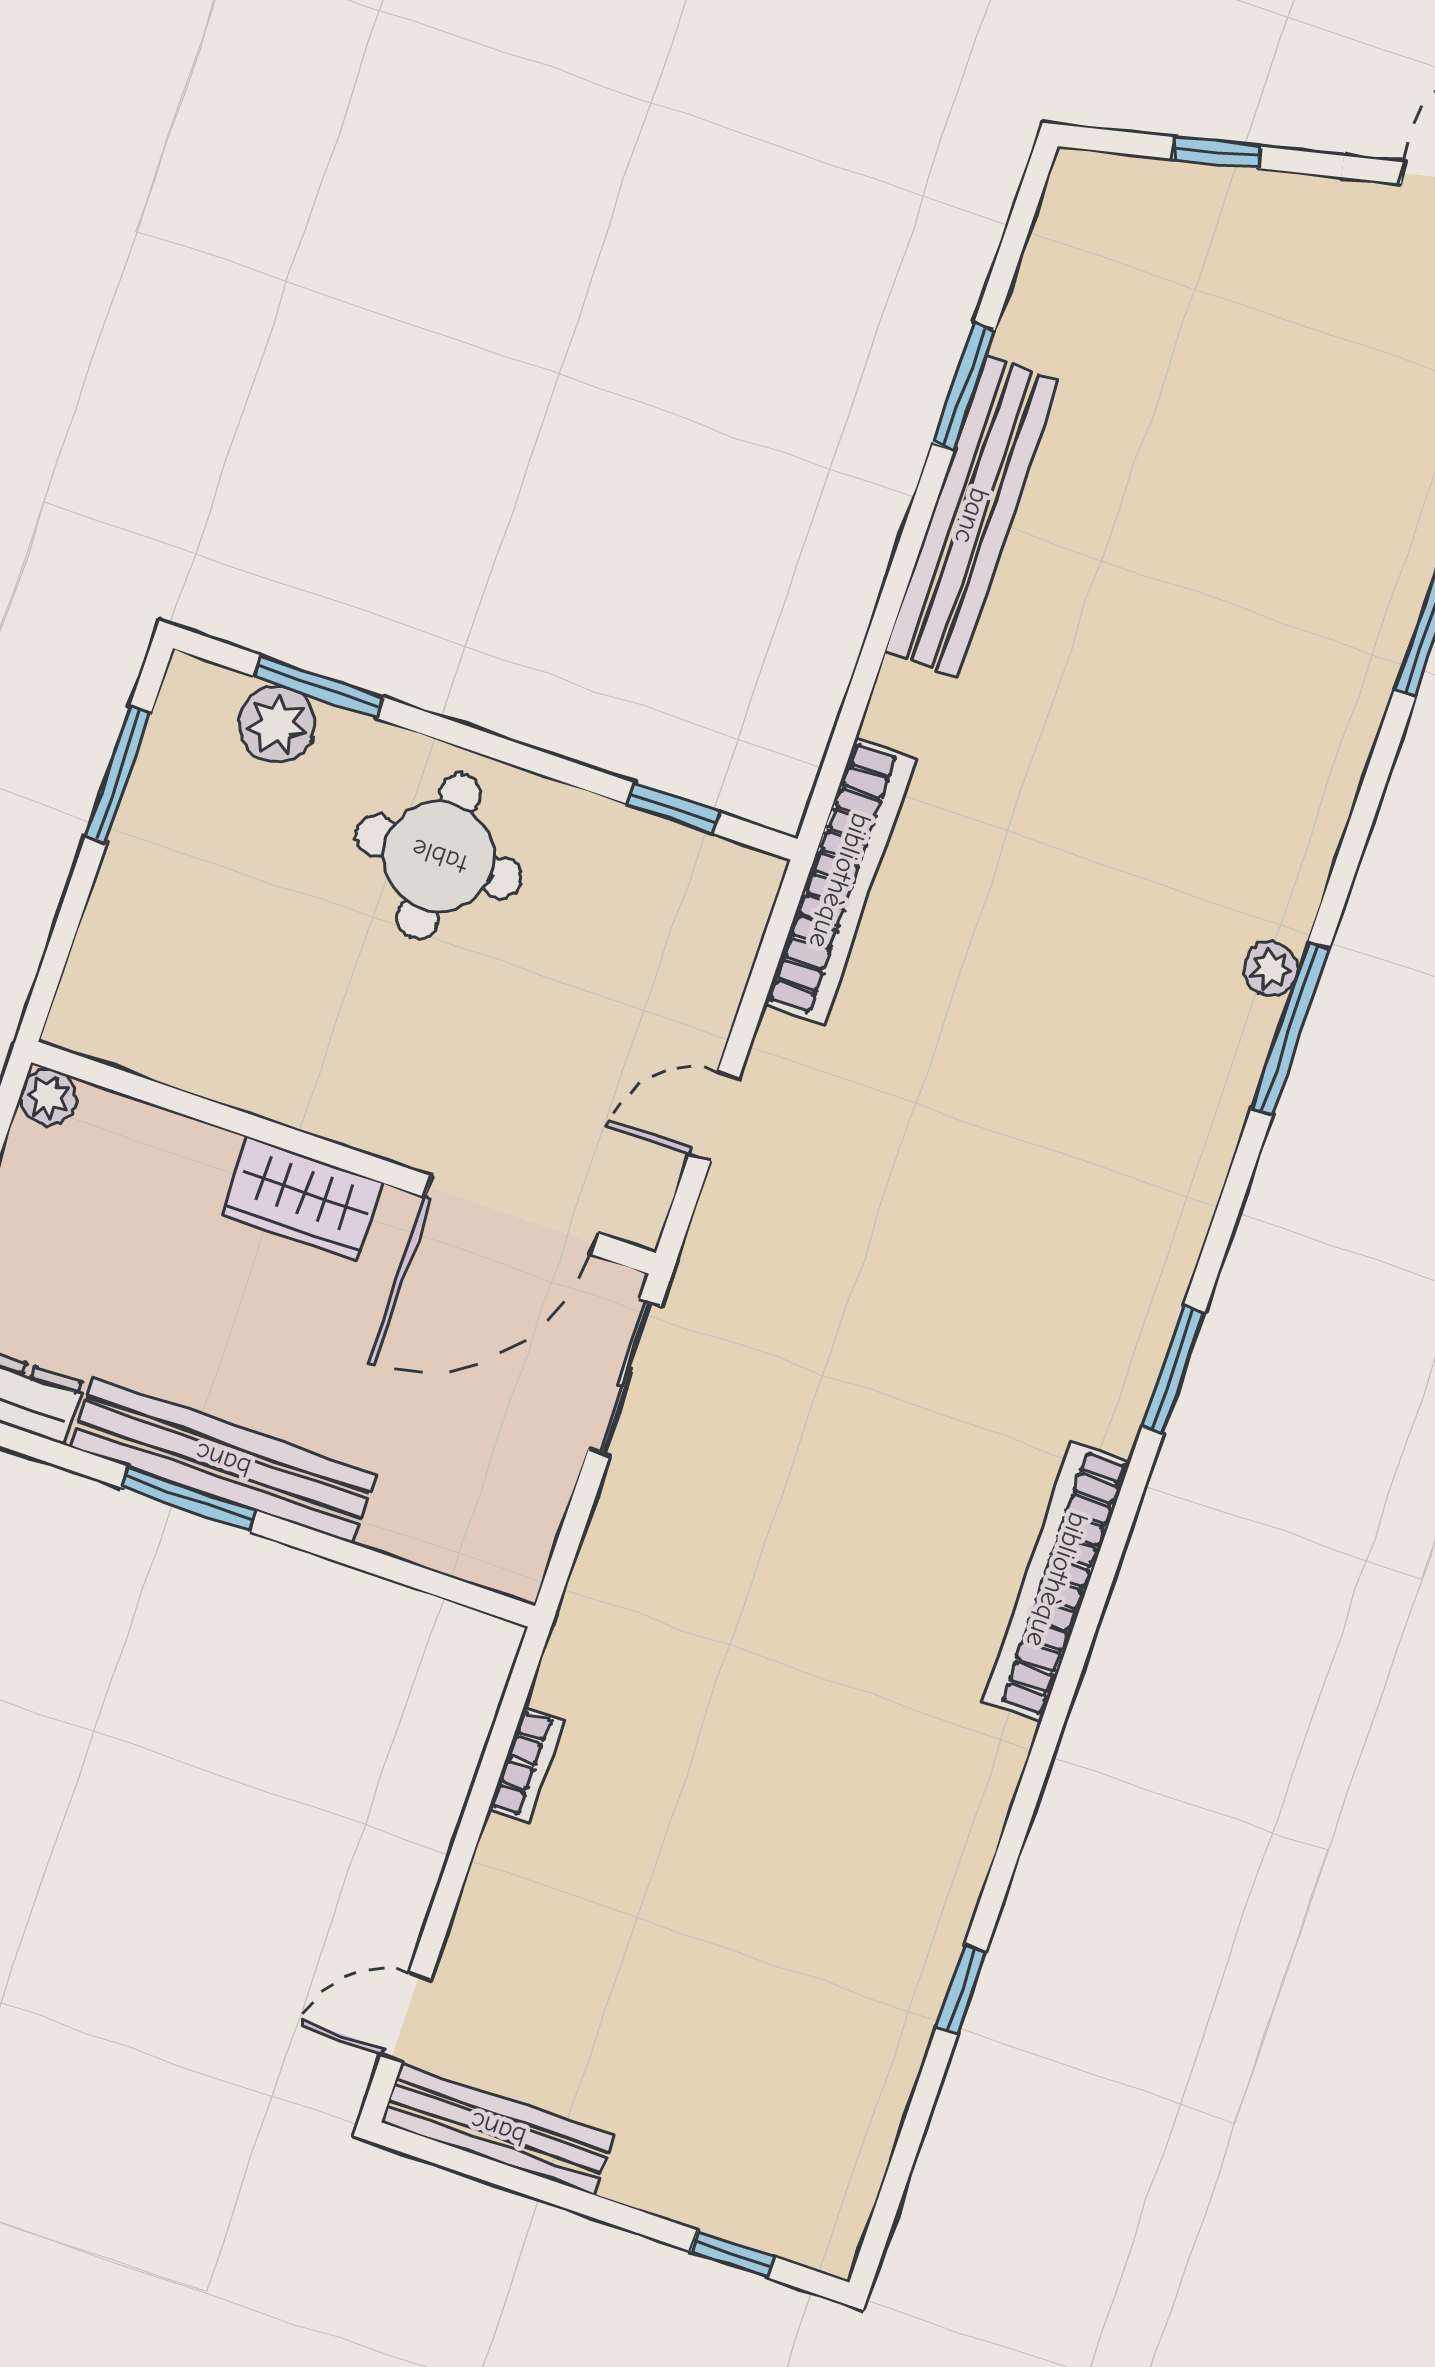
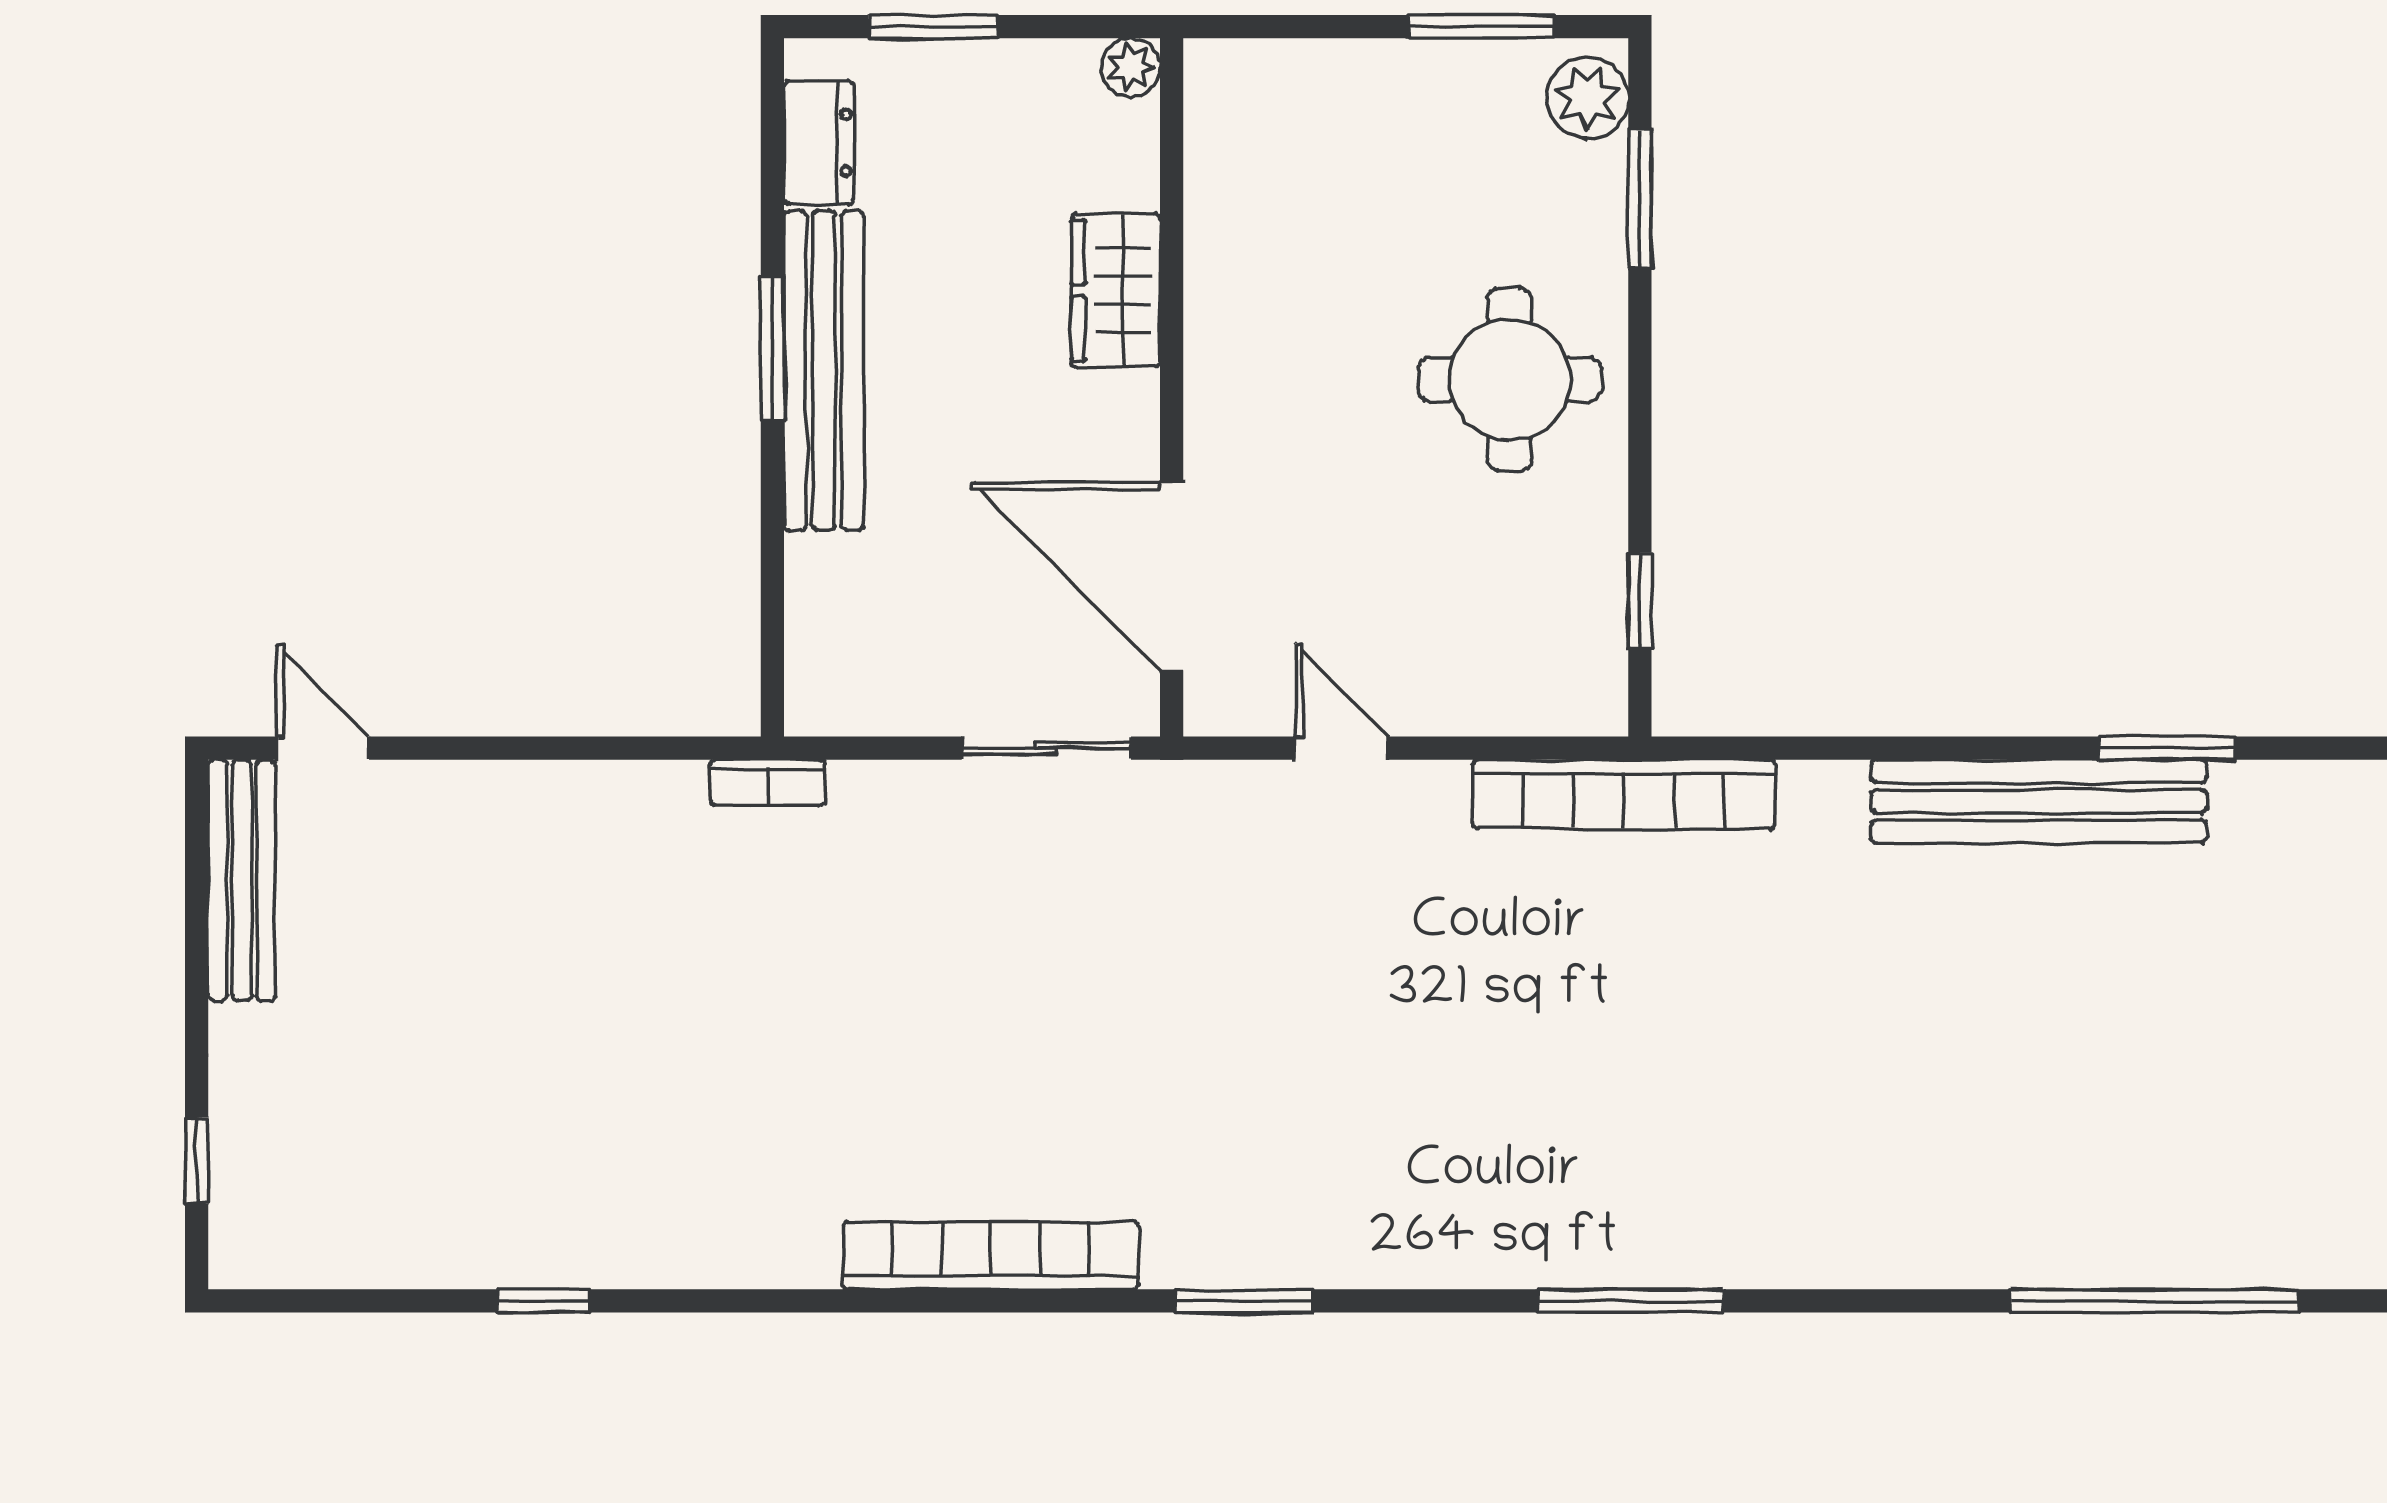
plant: (277, 724) -> (1587, 98), moved
plant: (1271, 969) -> (1684, 1261), removed
wardrobe: (302, 1199) -> (1116, 290), moved
bookcase: (526, 1764) -> (768, 783), moved

